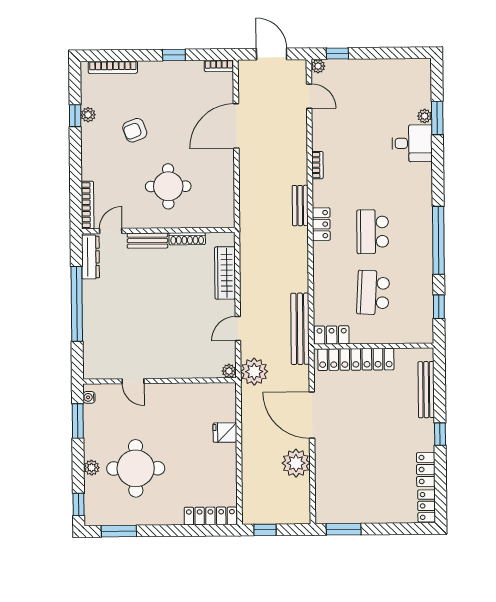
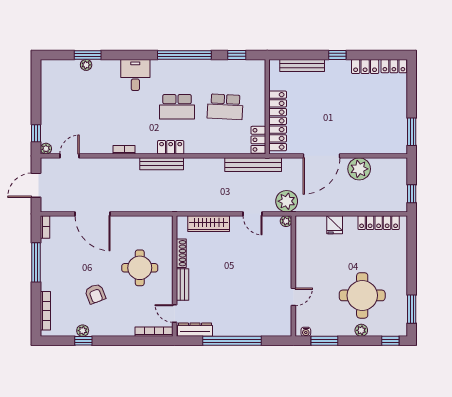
window: (174, 55) -> (36, 262), width x2.17
desk: (412, 143) -> (135, 75), moved
bench: (300, 206) -> (162, 164), width x1.36
locker: (210, 516) -> (379, 223), moved, turned -90

